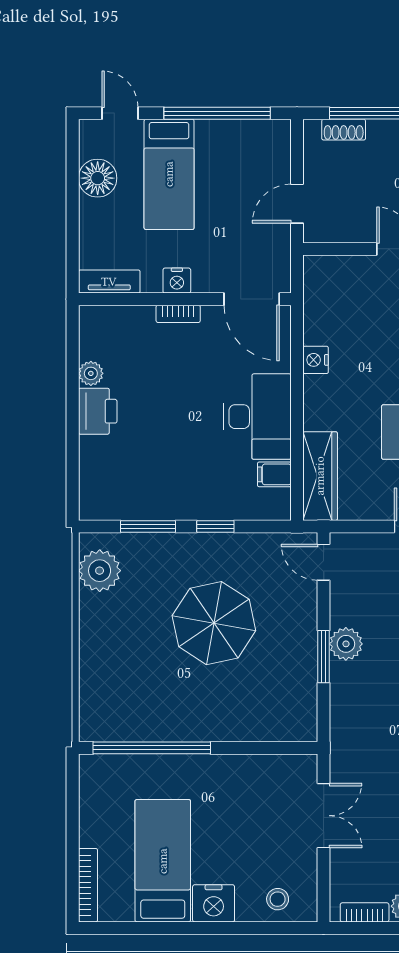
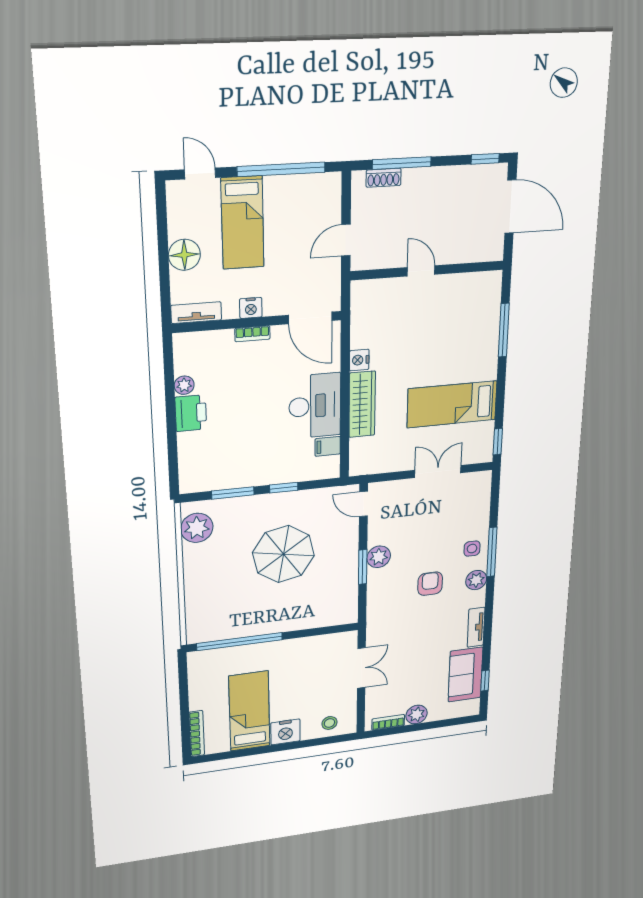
floor lamp: (98, 178) -> (184, 255), moved
wardrobe: (320, 476) -> (362, 404), moved

